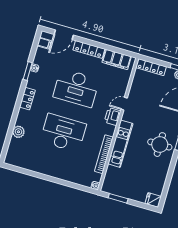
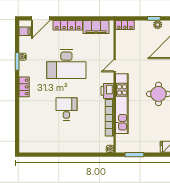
locker: (151, 67) -> (125, 25), width x0.66
printer: (113, 116) -> (107, 91), moved
plant: (18, 132) -> (25, 120), removed
desk: (63, 133) -> (66, 109), width x0.53, depth x0.77
kitchen unit: (120, 144) -> (122, 104), width x1.36

